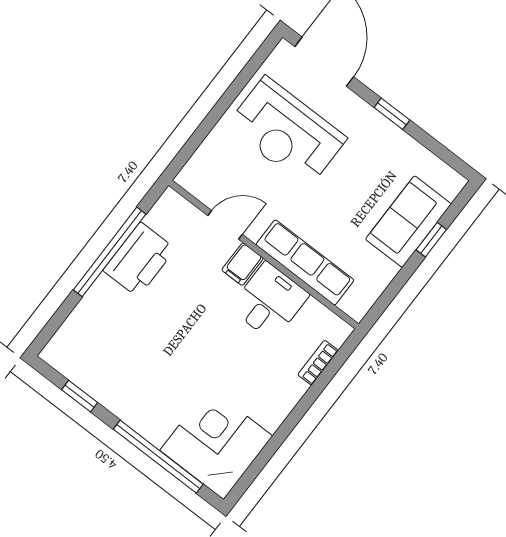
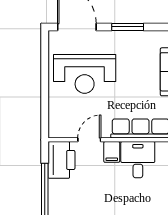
window: (392, 114) -> (128, 27), width x1.50
printer: (139, 260) -> (61, 160), moved

